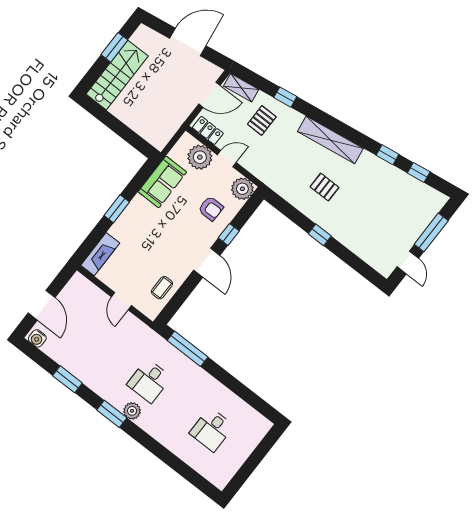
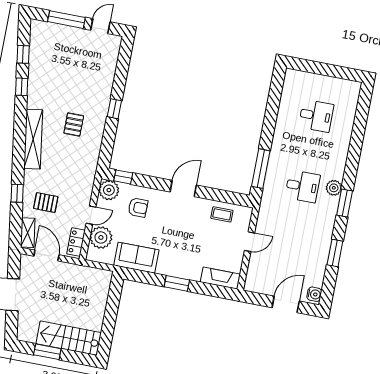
door: (227, 159) -> (91, 215), swing flipped
armchair: (211, 208) -> (138, 208), turned 90
window: (229, 234) -> (123, 177), moved

